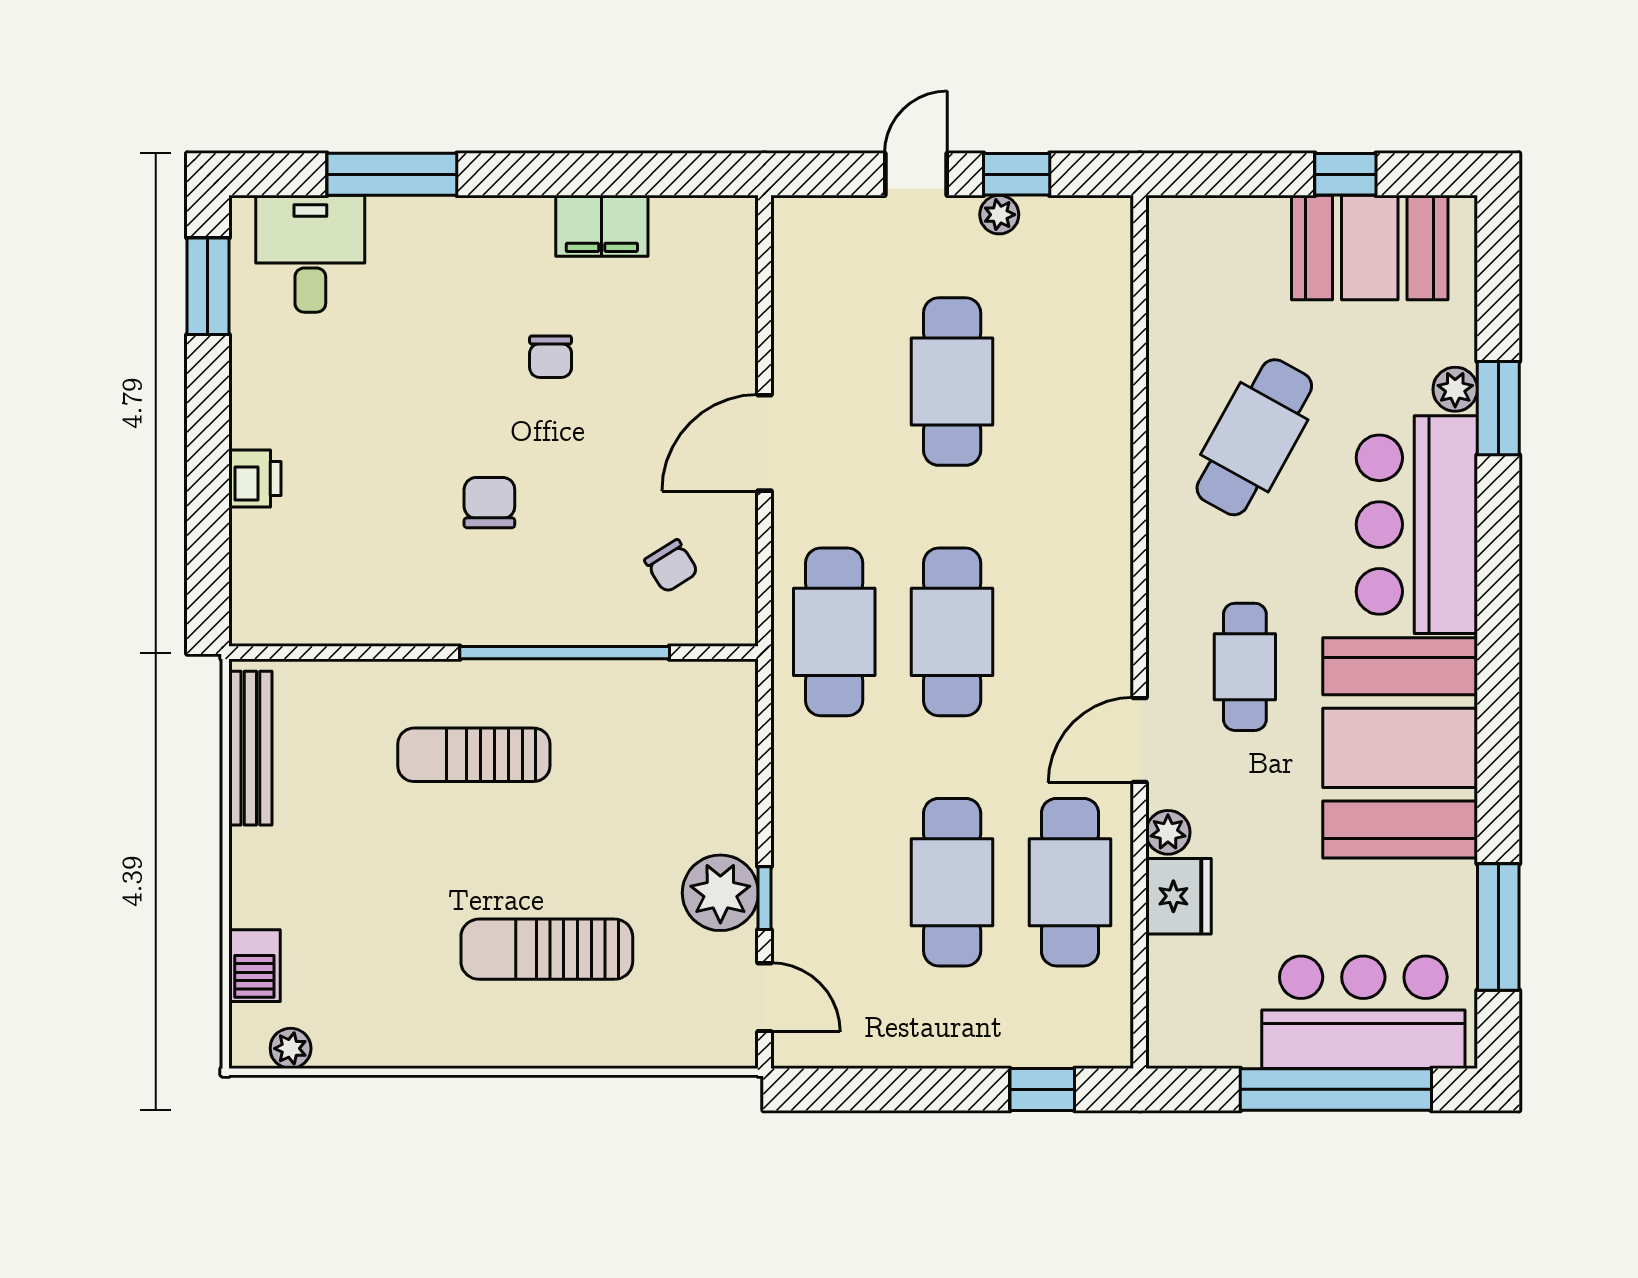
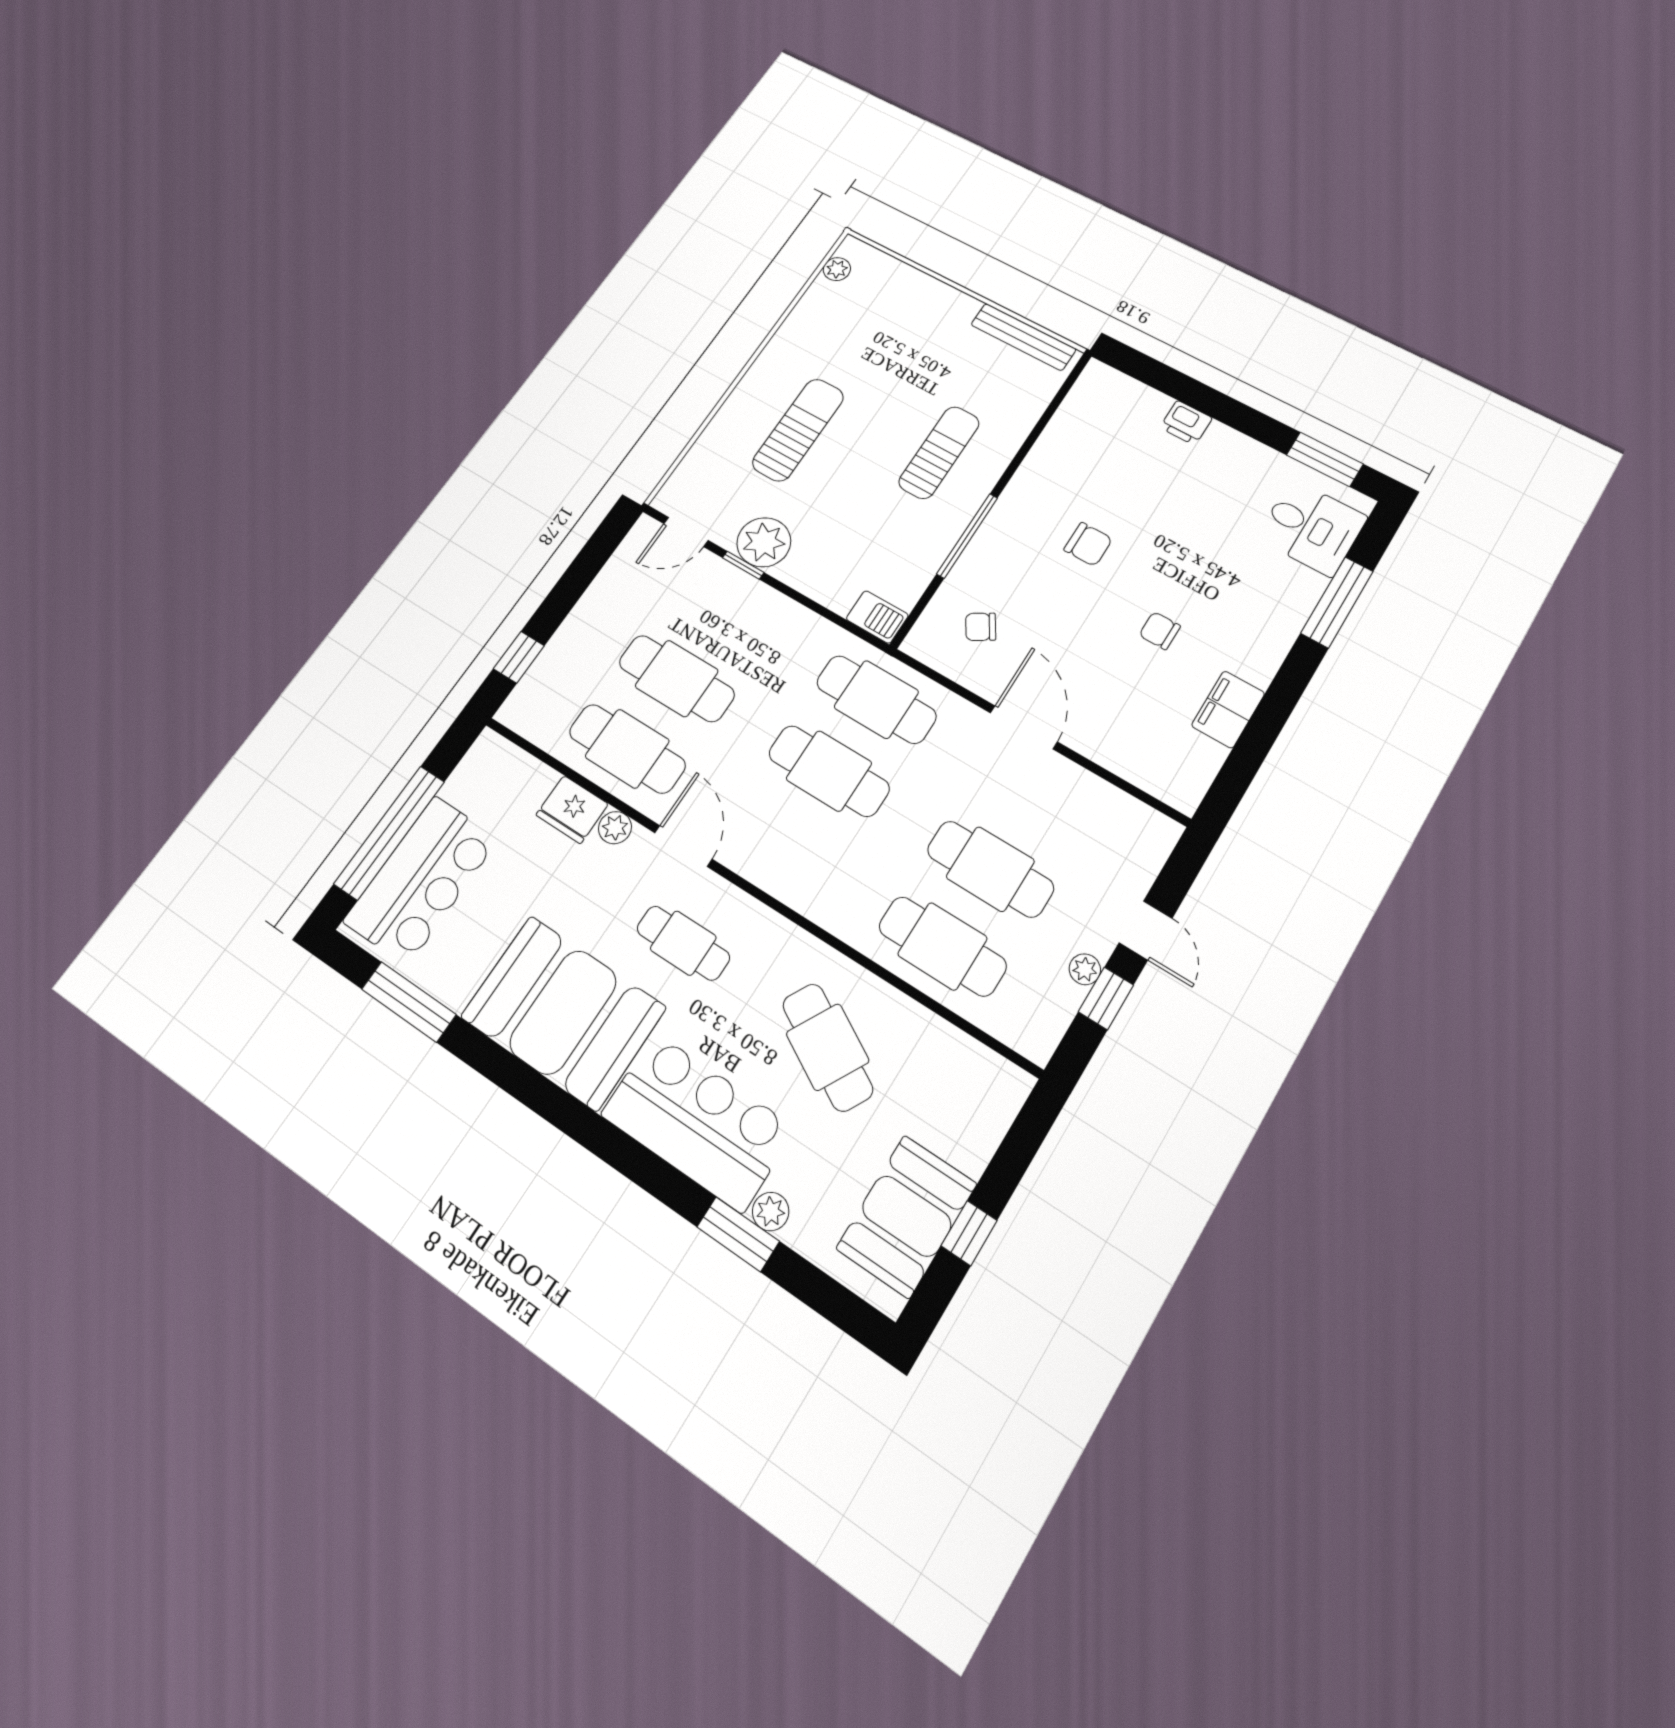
cafe table: (1070, 382) -> (942, 946), added
window: (565, 653) -> (967, 536), width x0.68
barbecue: (254, 966) -> (877, 617), moved, turned 180

